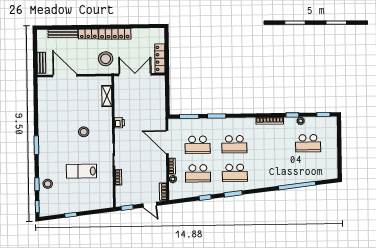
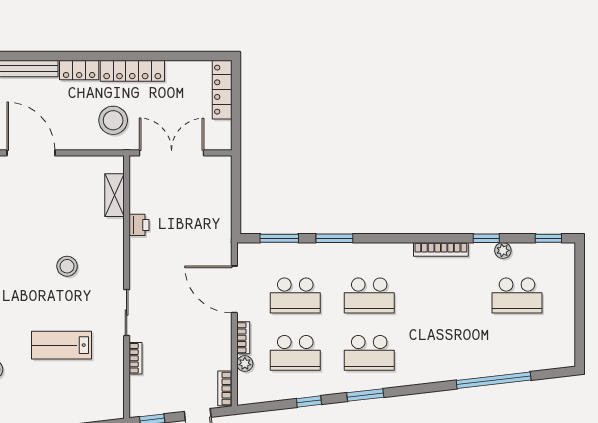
locker: (160, 58) -> (222, 90), moved
printer: (119, 123) -> (139, 225), moved

